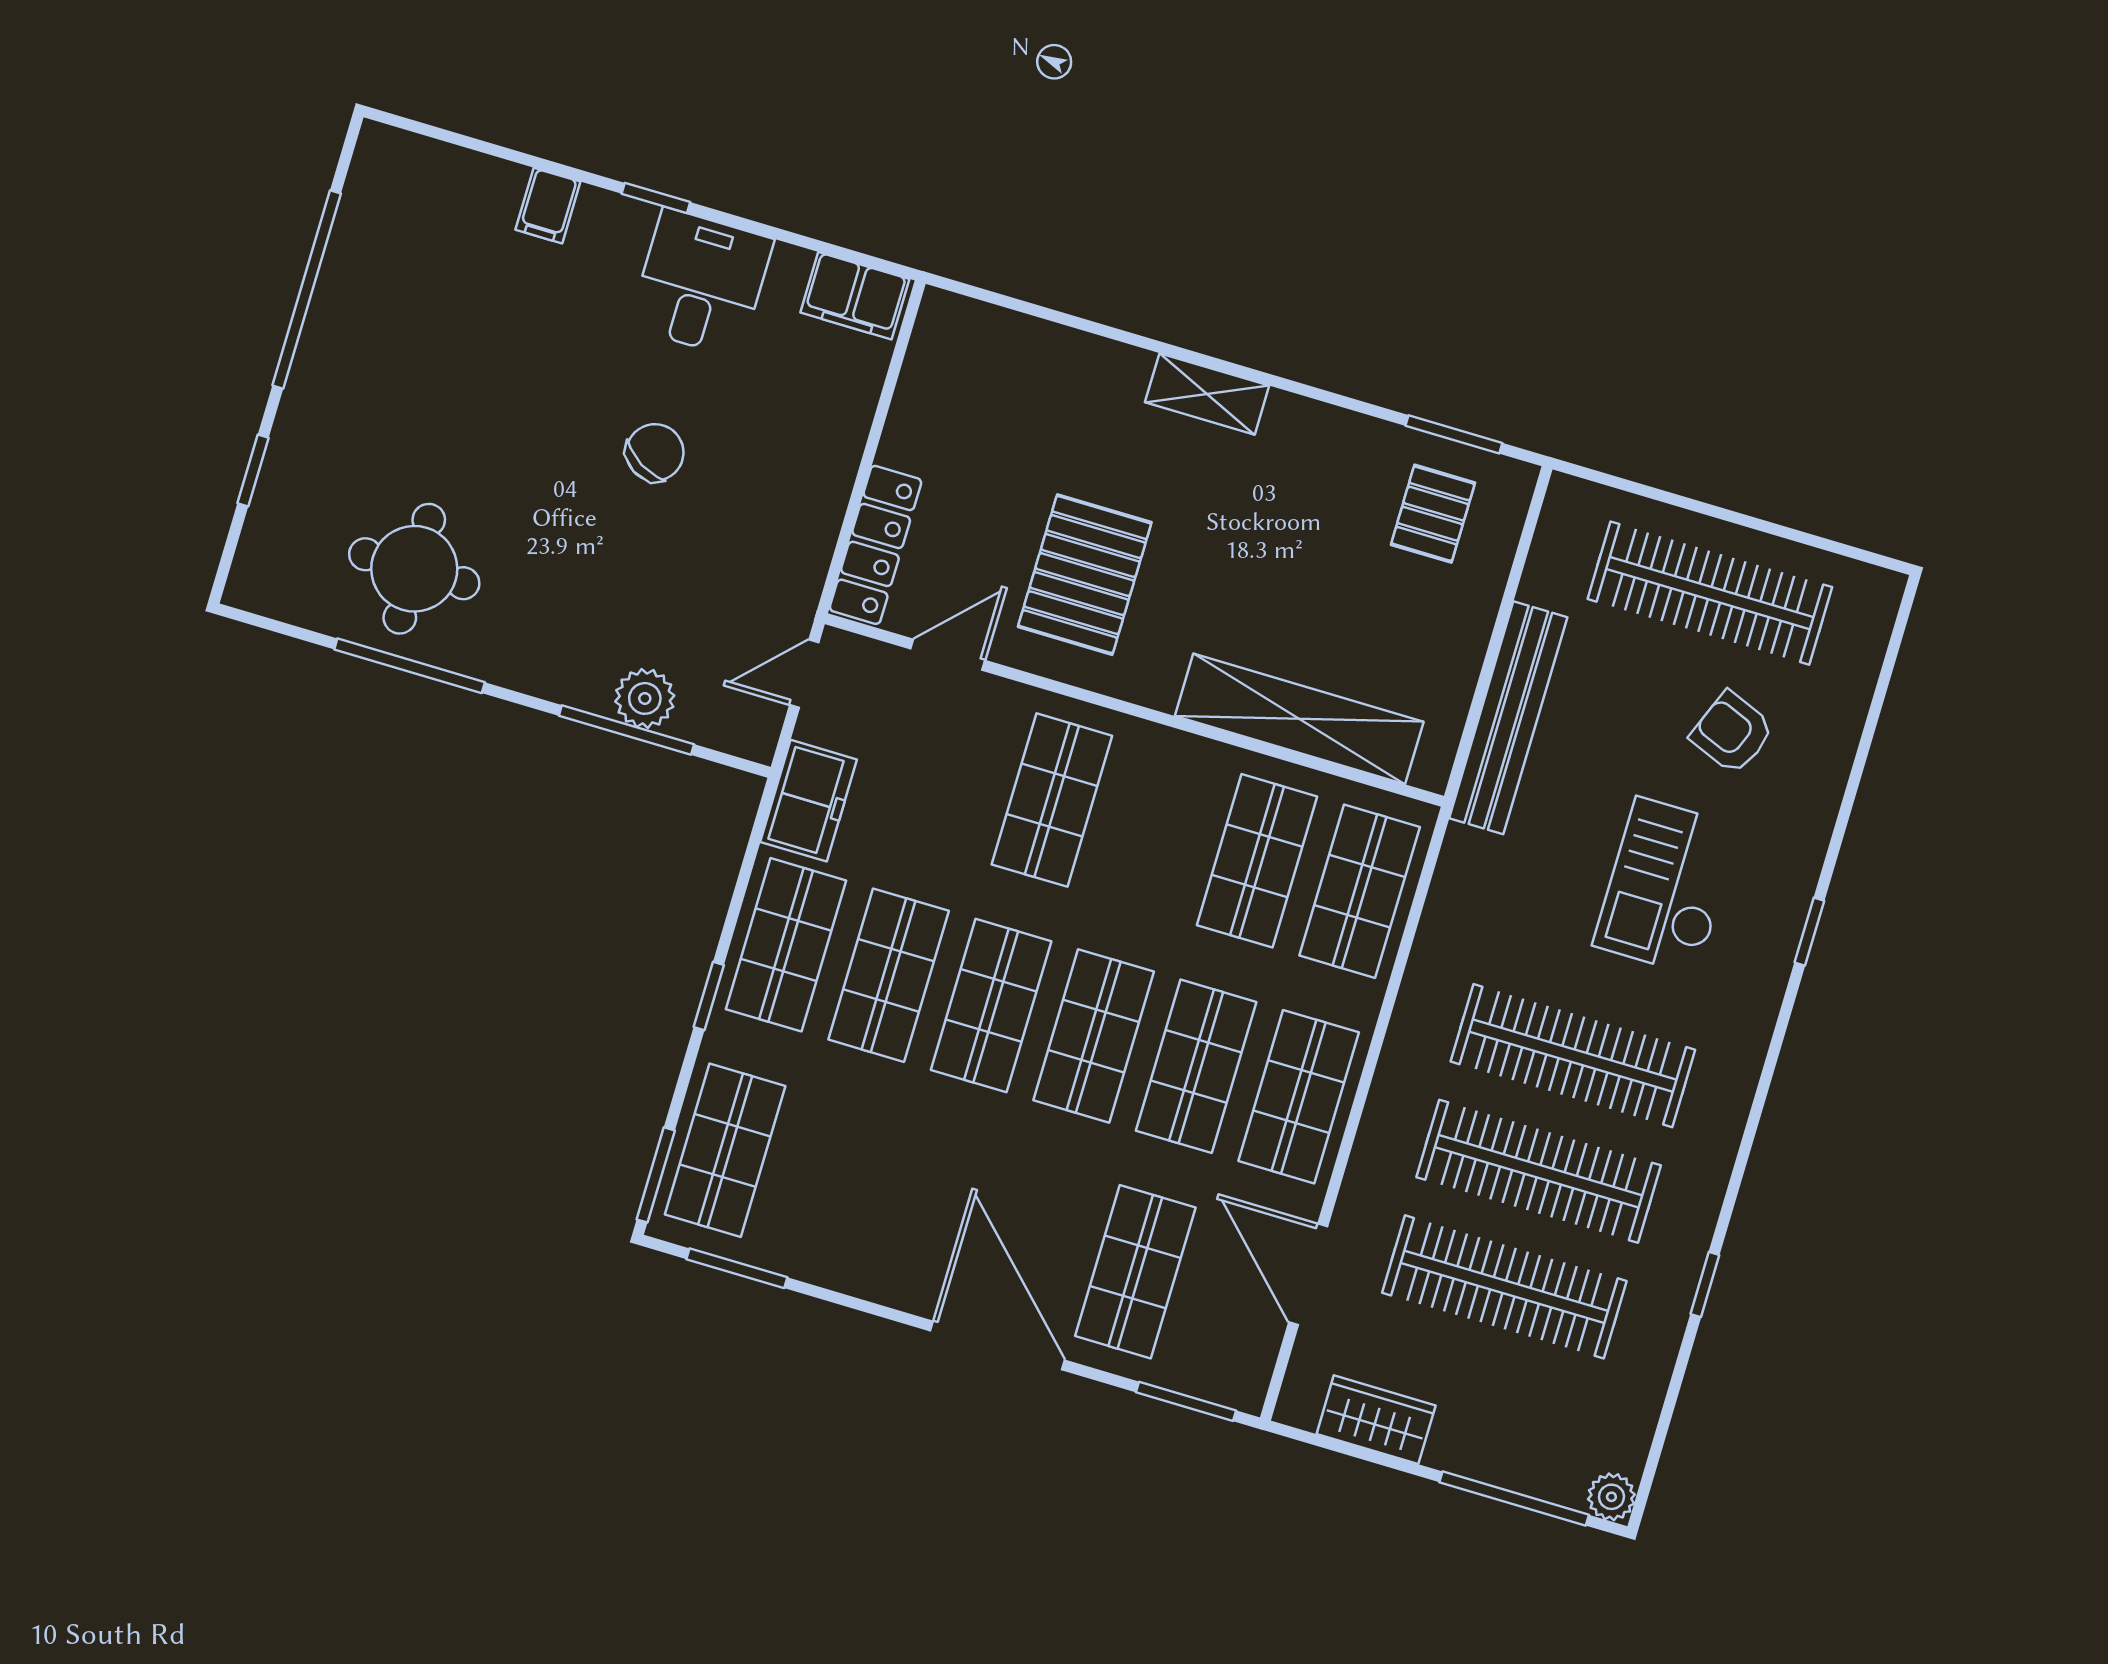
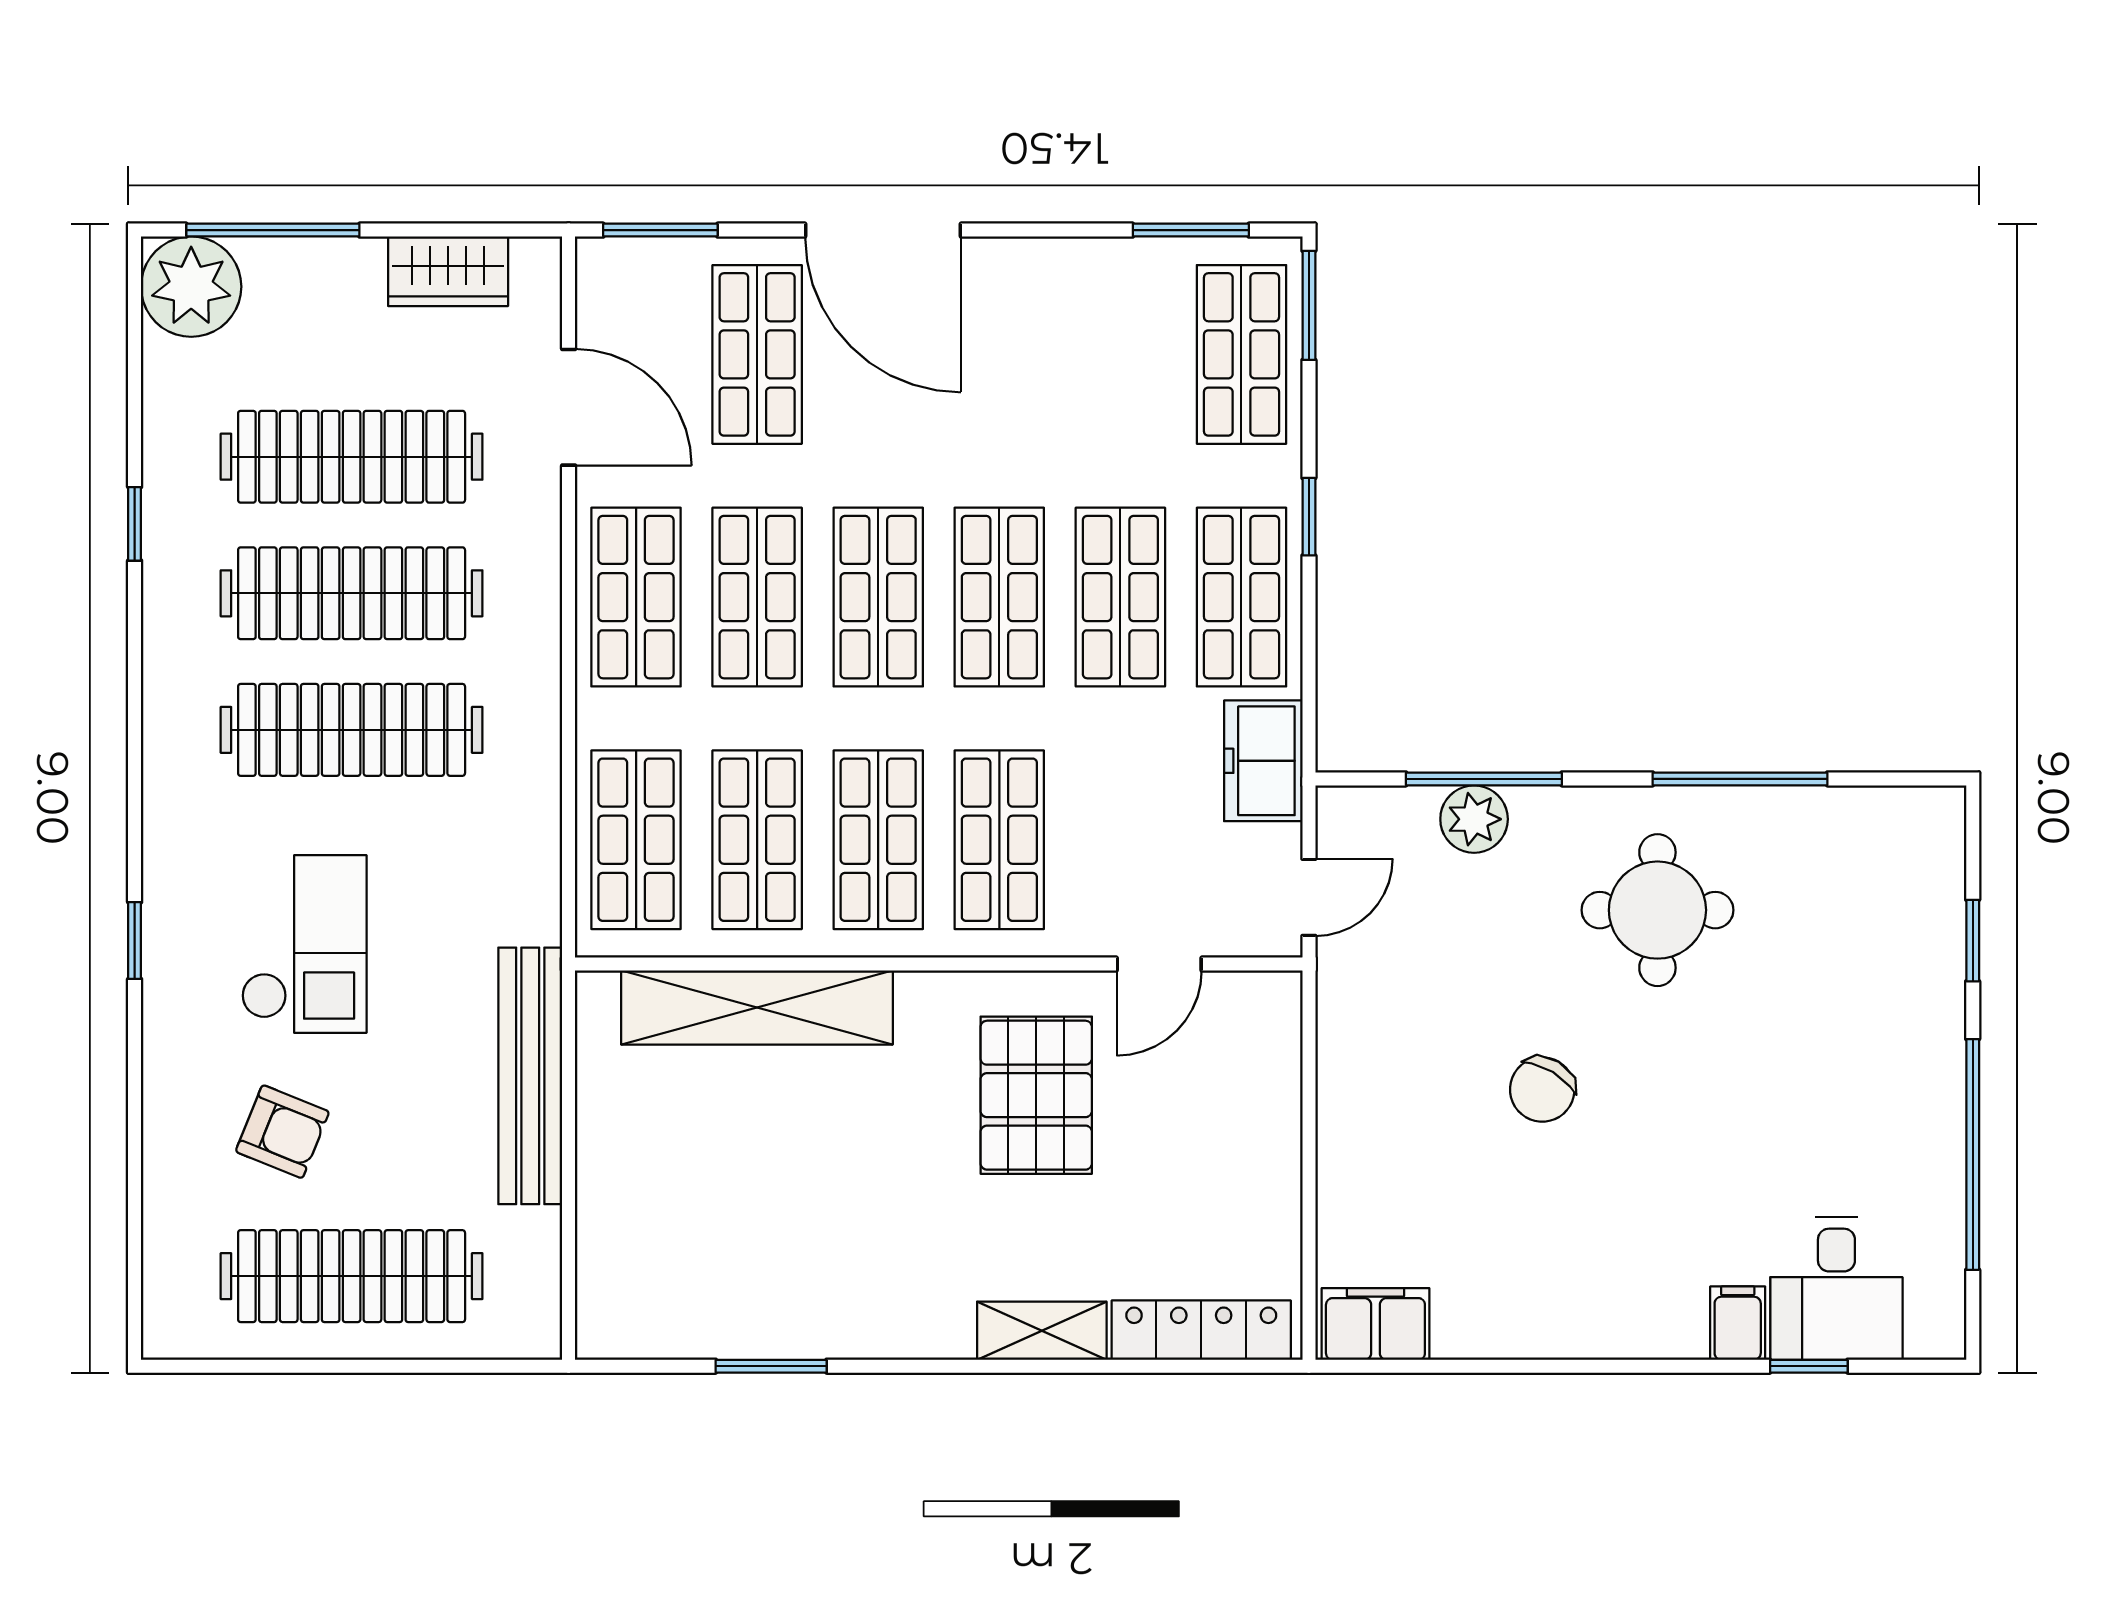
window: (656, 198) -> (1809, 1366), moved
desk: (701, 283) -> (1836, 1289), moved
shelving: (1207, 394) -> (1042, 1331), moved
window: (1454, 434) -> (771, 1366), moved
pallet: (1433, 514) -> (678, 1273), removed
locker: (876, 545) -> (1201, 1330), moved, turned 90
round table: (414, 569) -> (1657, 910), moved
shop shelf: (1154, 830) -> (878, 840), added
plant: (1611, 1497) -> (191, 287), width x1.88, depth x1.88

